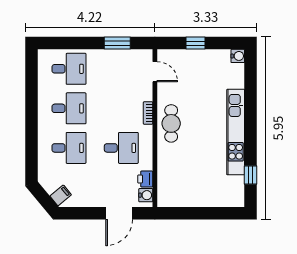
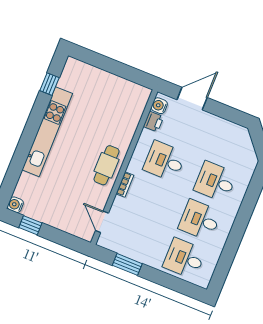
window: (196, 43) -> (30, 225), moved
filing cabinet: (61, 195) -> (242, 139), removed

